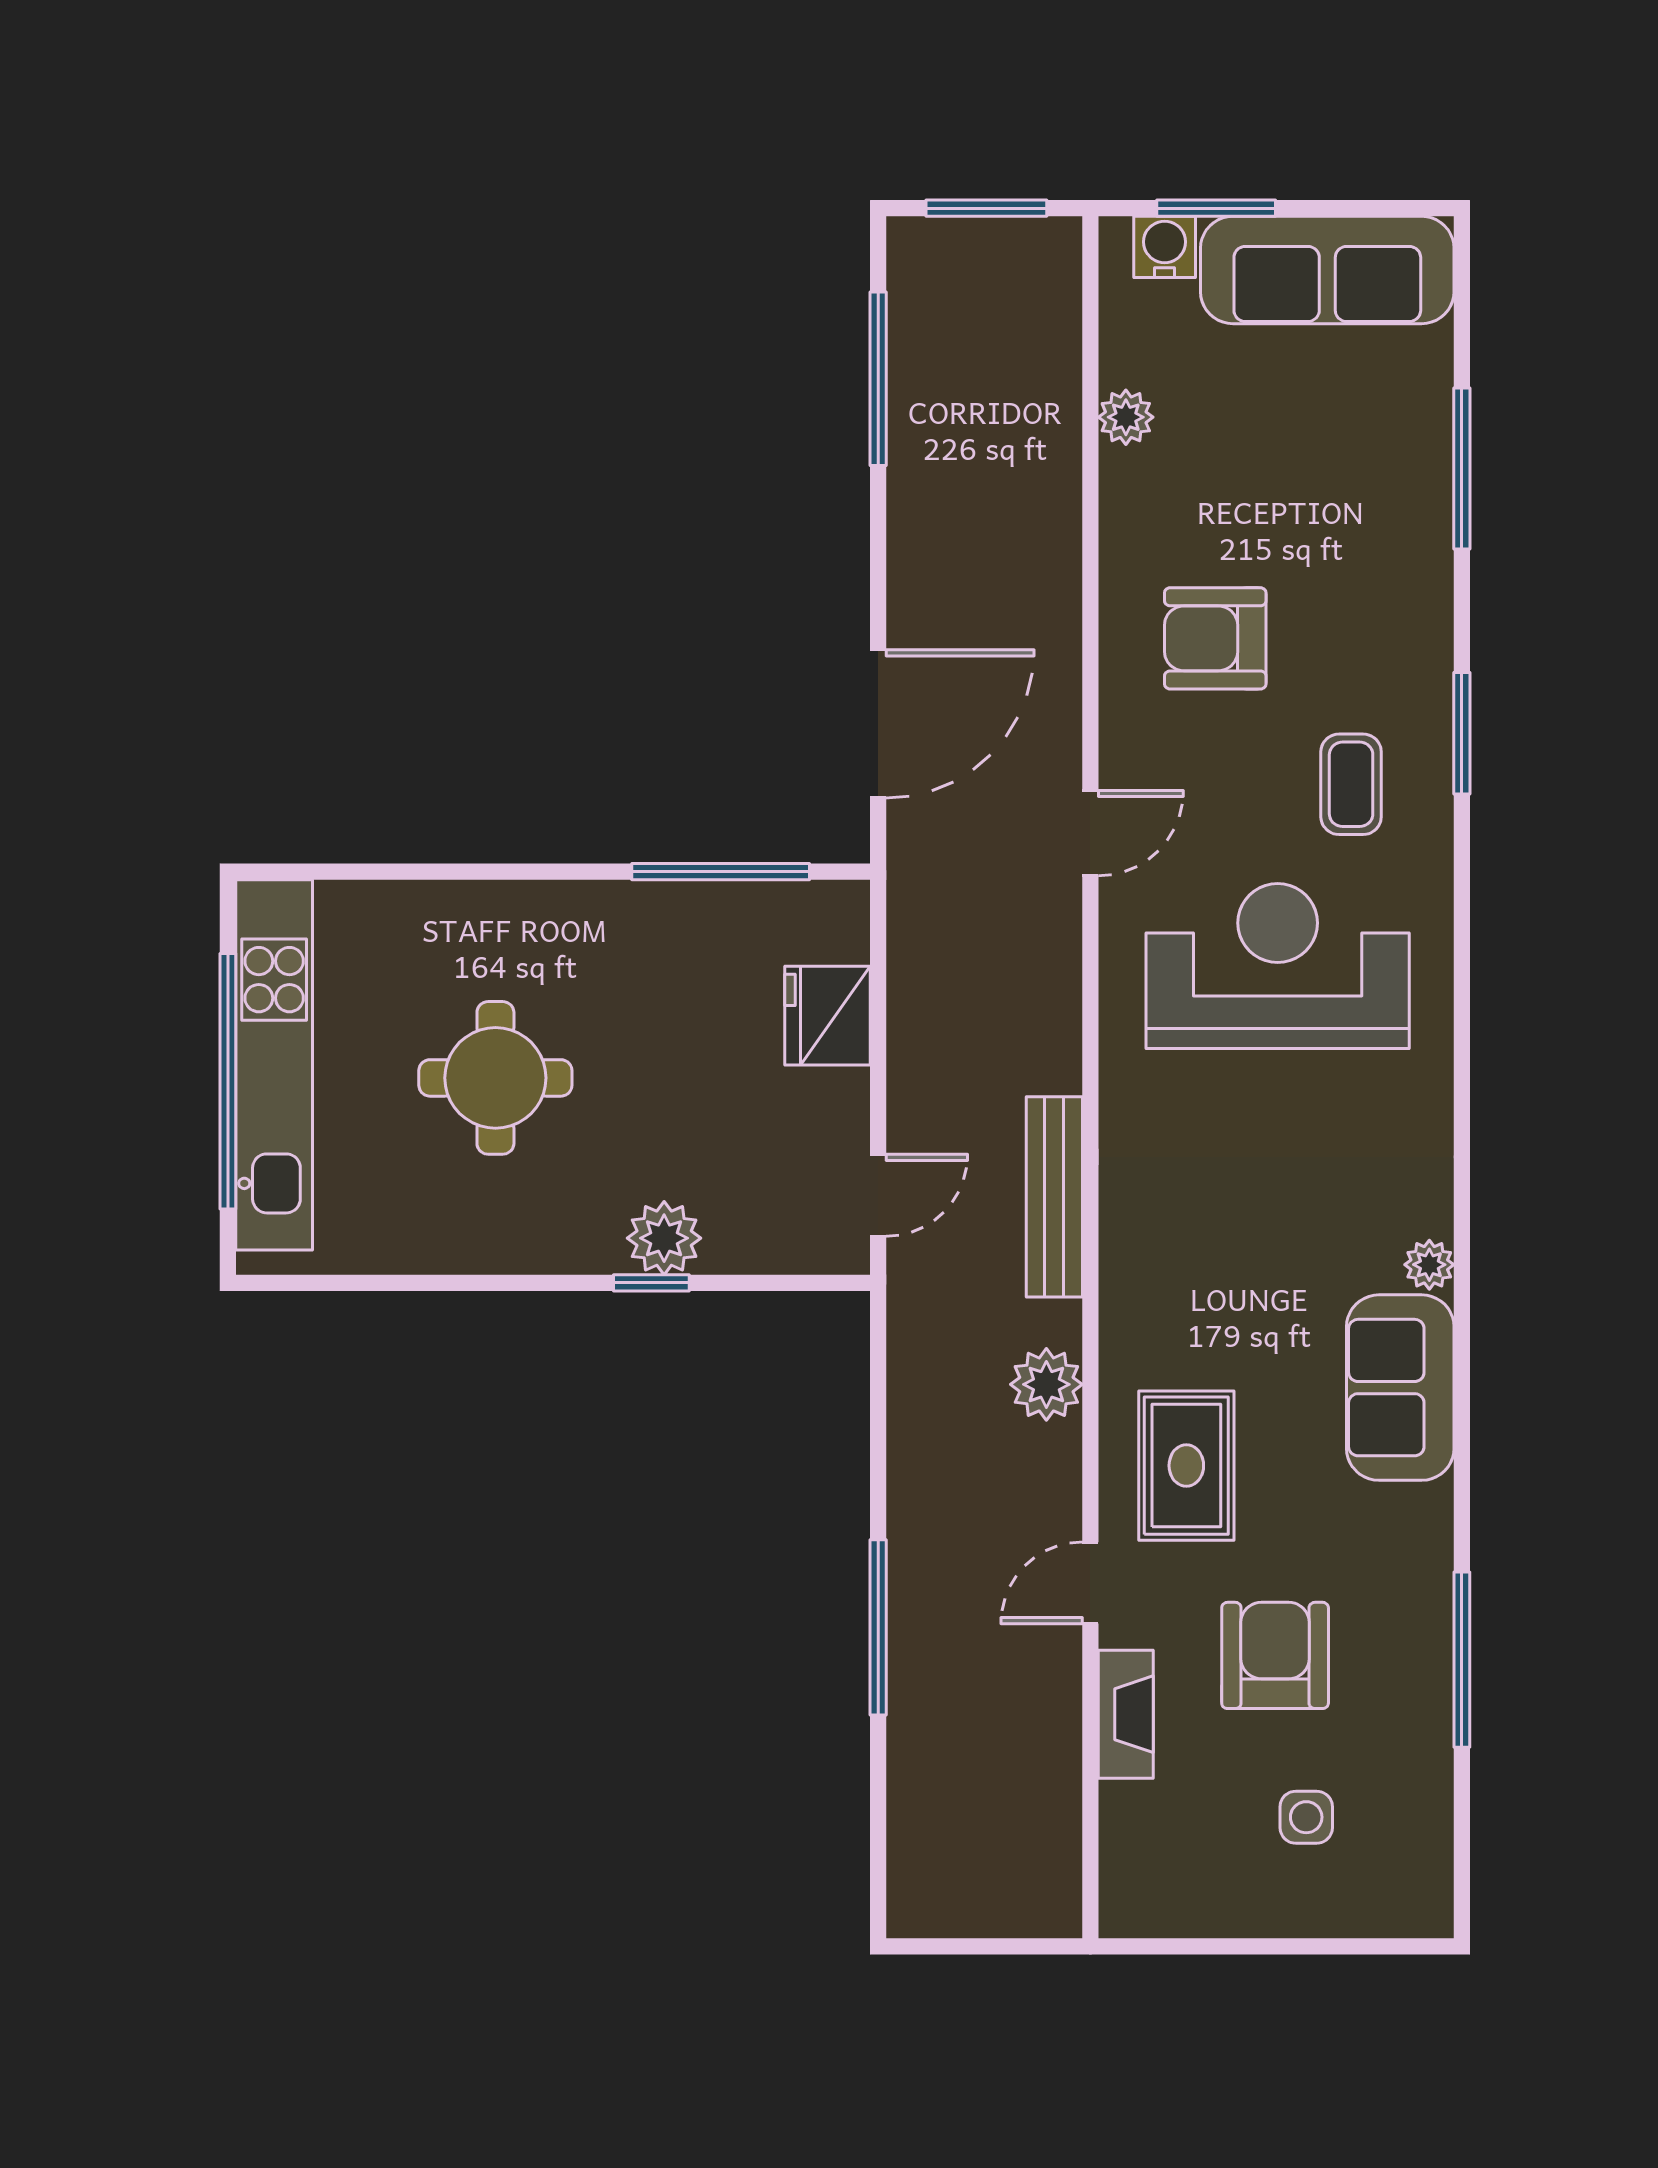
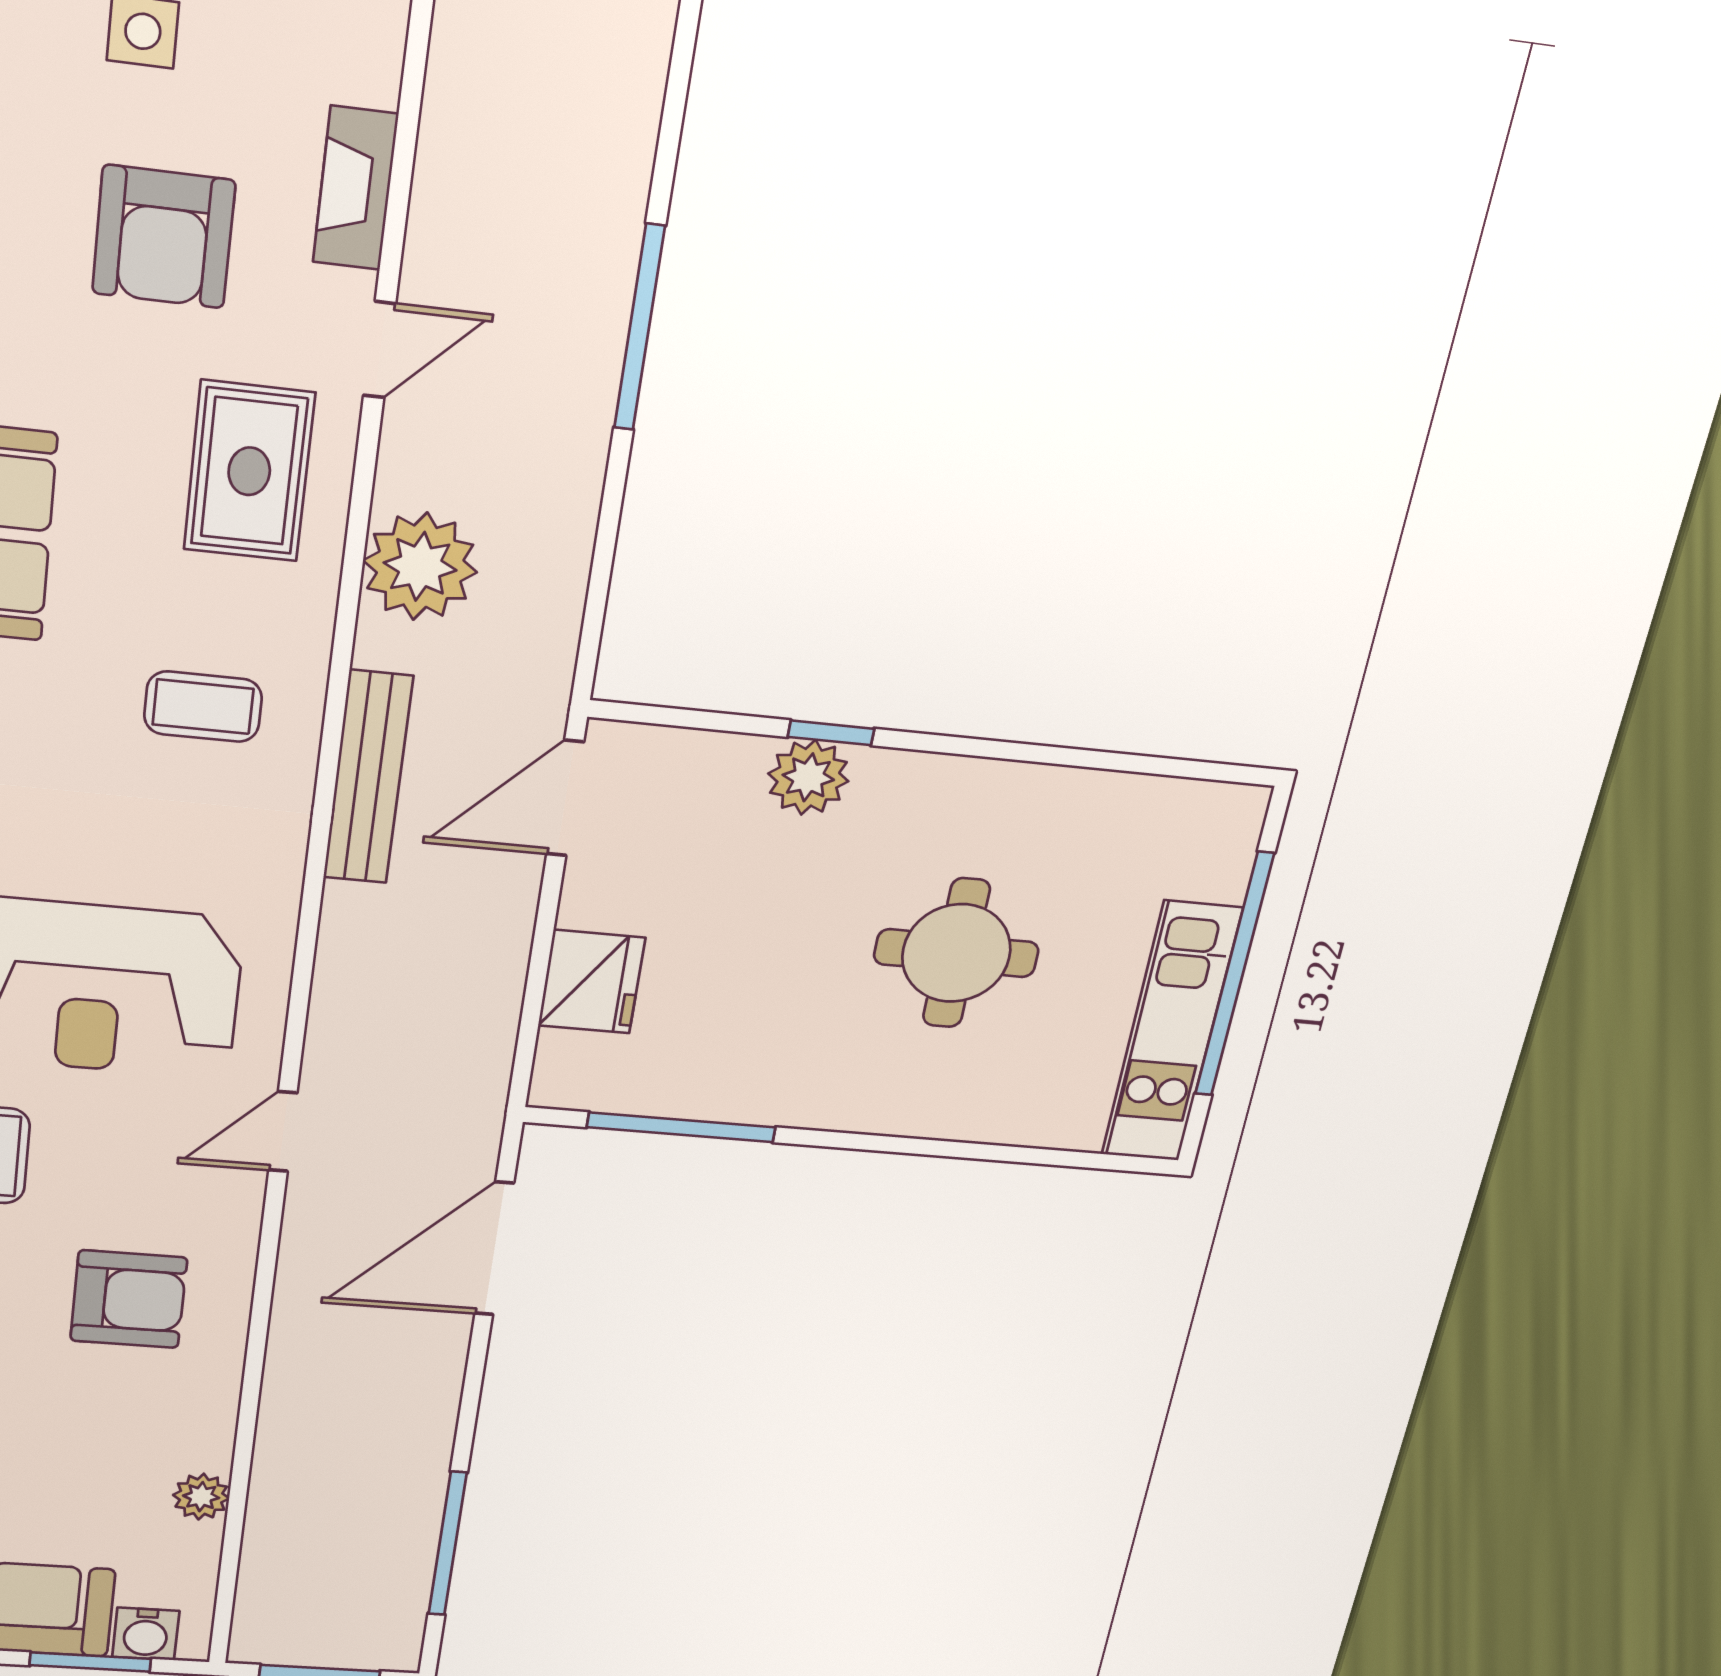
kitchen unit: (274, 1065) -> (1171, 1033), width x0.73
door: (878, 1195) -> (565, 798), width x1.38
coffee table: (1204, 1249) -> (203, 707), added
plant: (1046, 1384) -> (420, 566), width x1.36, depth x1.36

